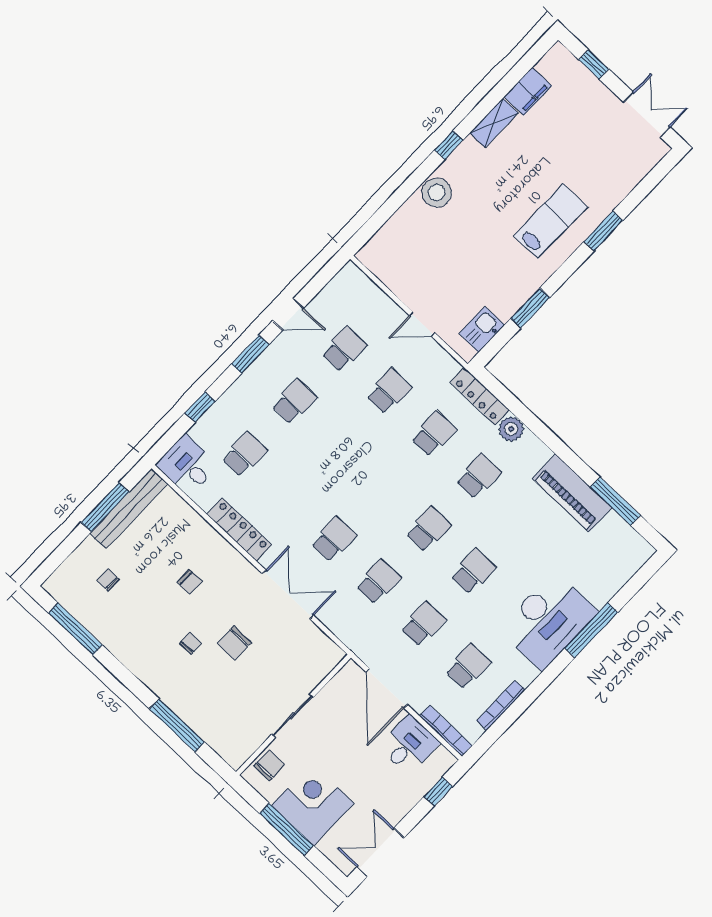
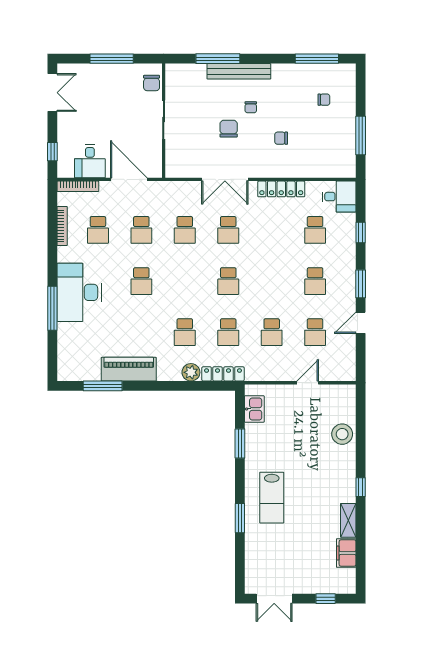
stool: (437, 193) -> (342, 434), moved
door: (422, 324) -> (308, 383), moved
bench: (129, 509) -> (239, 71), moved, turned 90
school desk: (428, 529) -> (228, 281), moved
corner desk: (313, 804) -> (110, 84), removed

